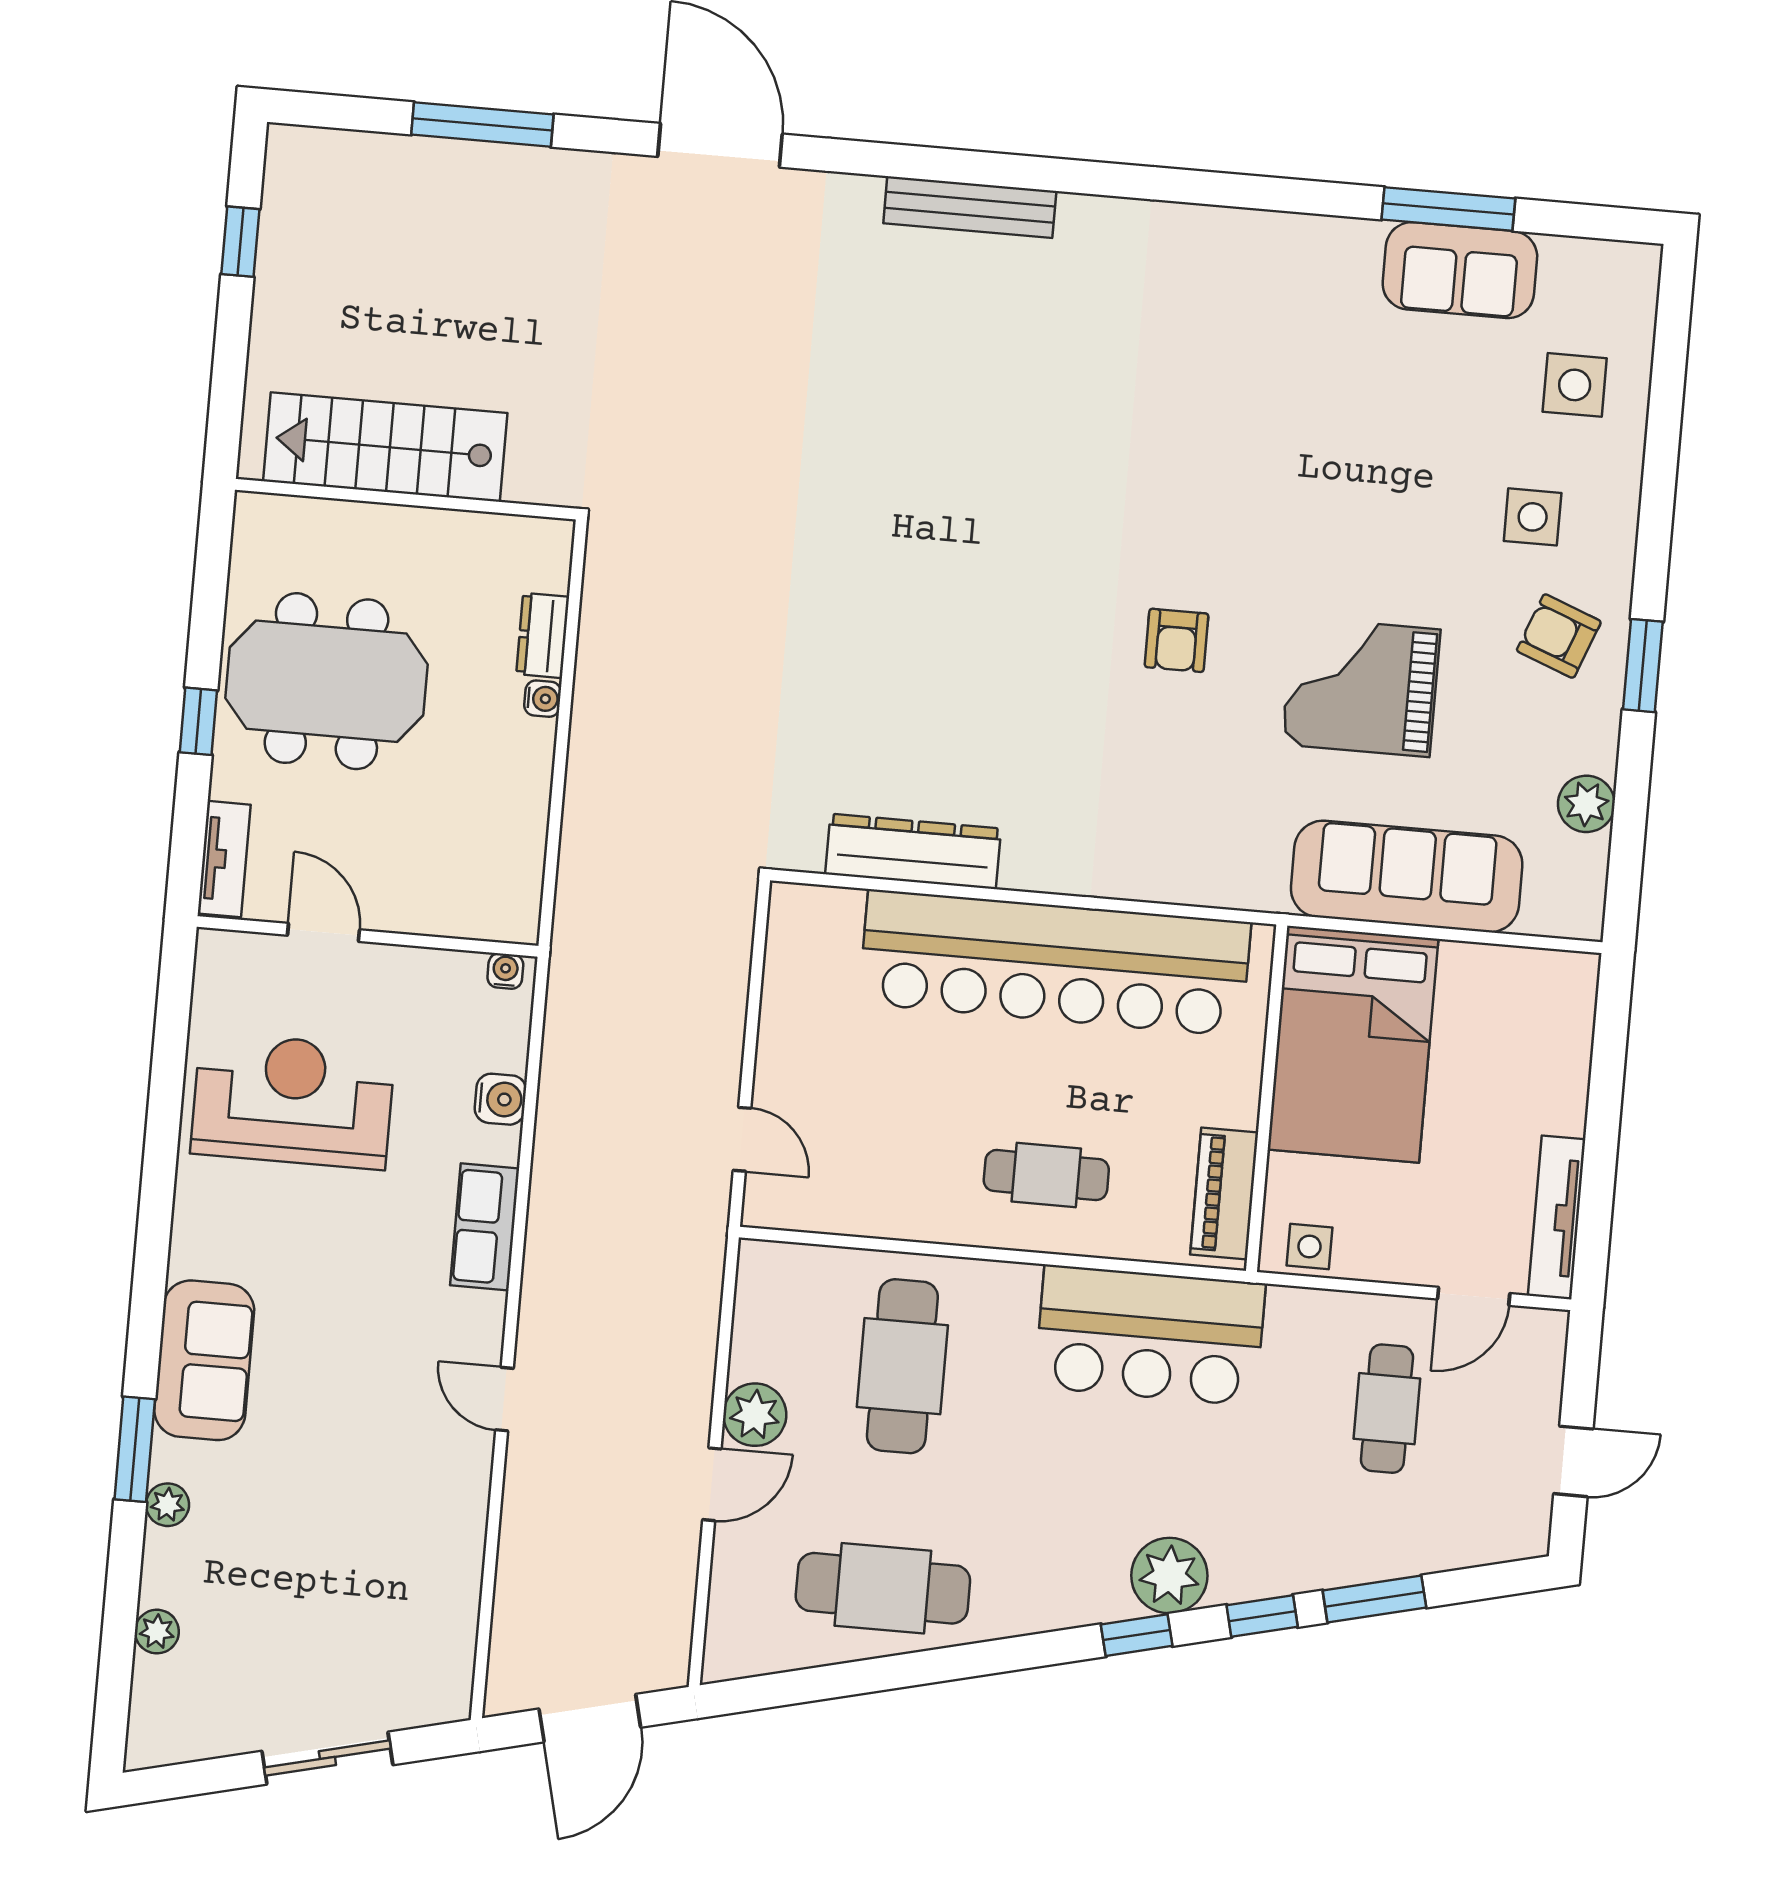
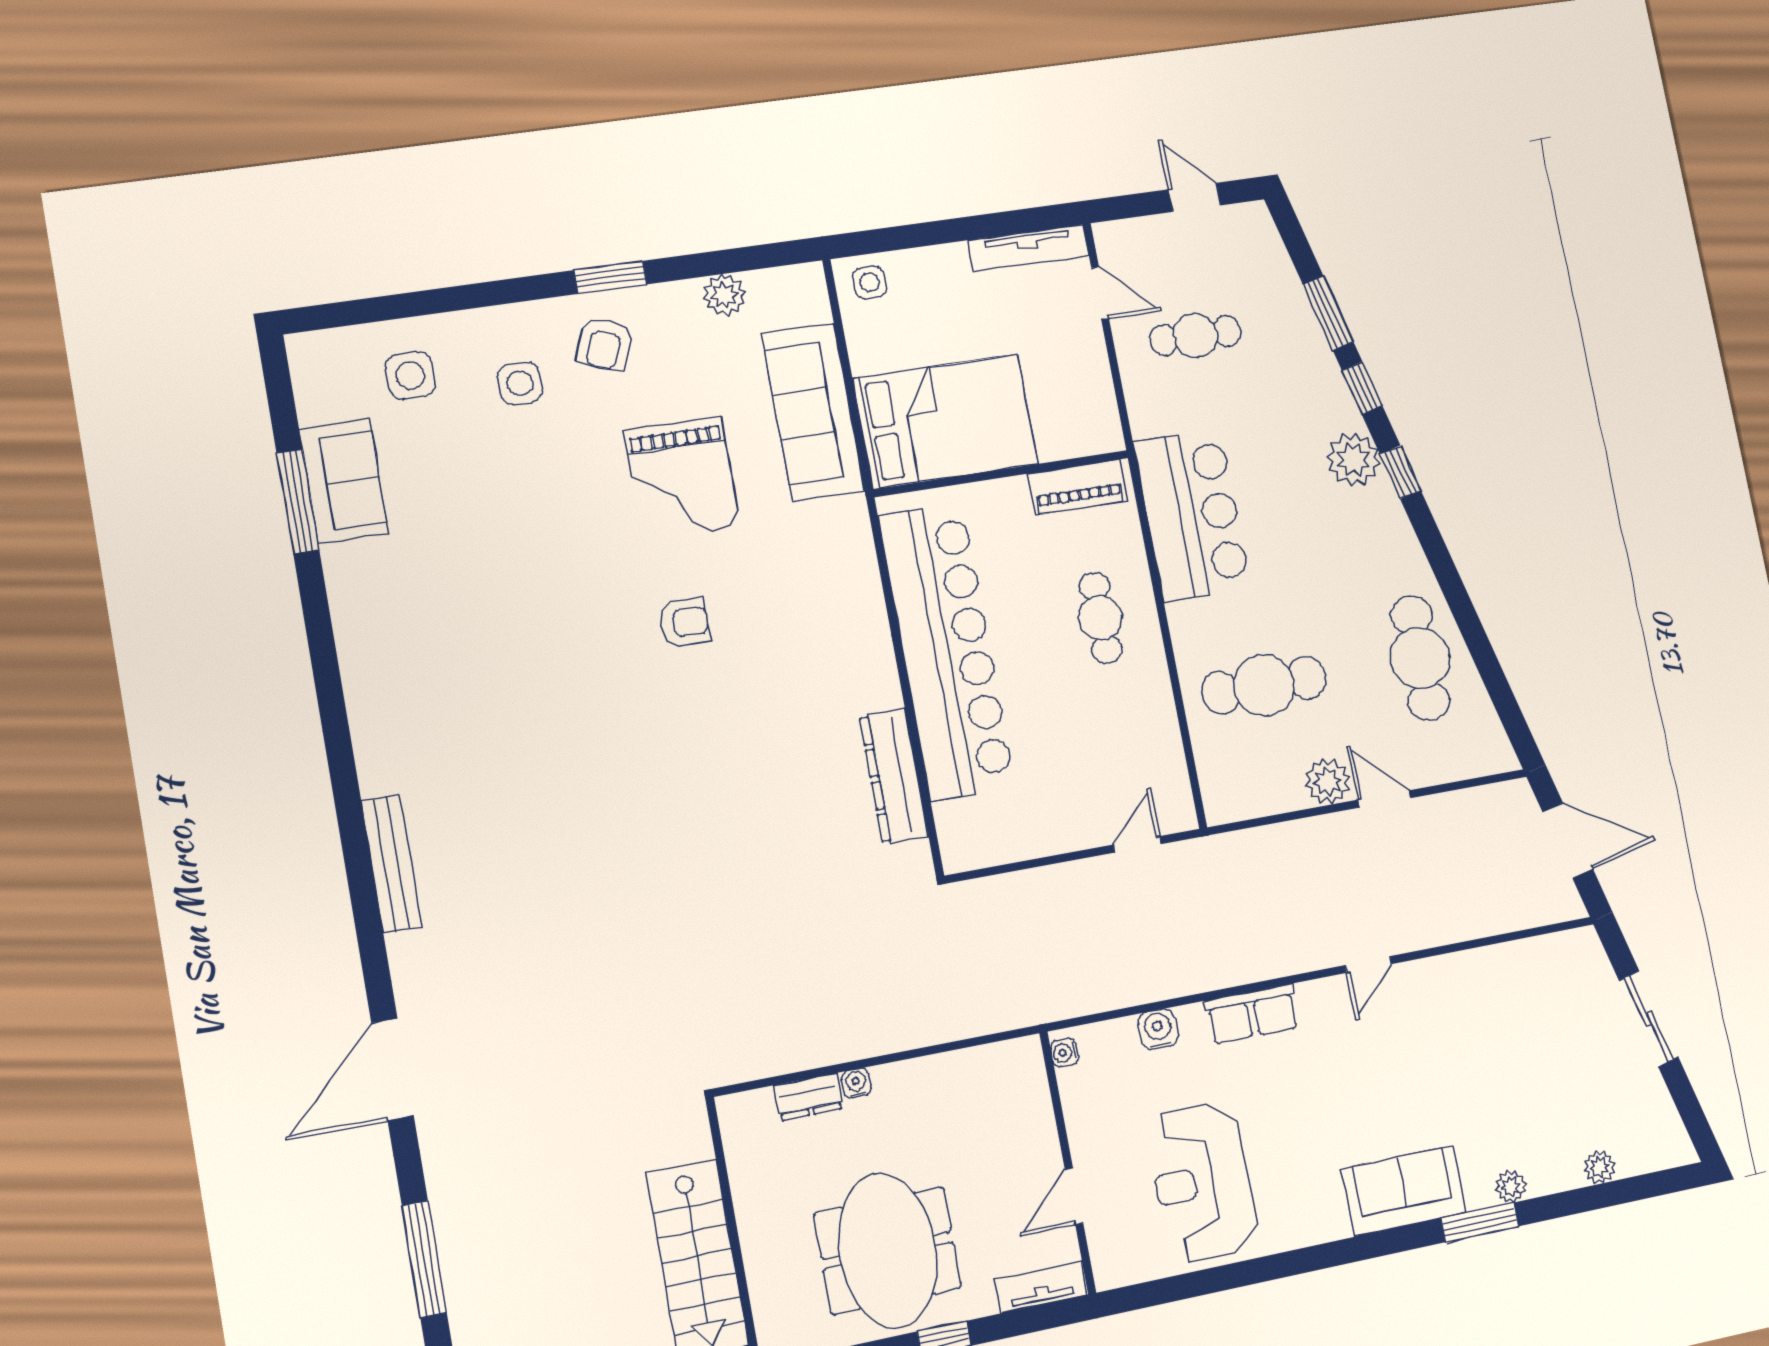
side table: (1309, 1247) -> (870, 282), moved

